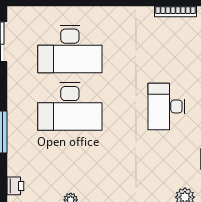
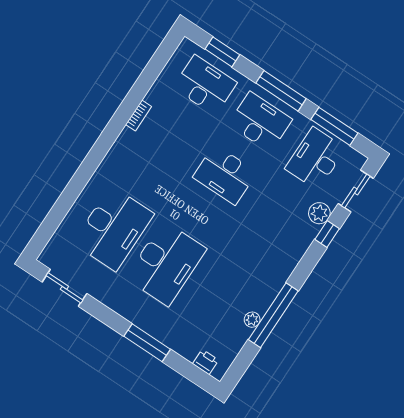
bookcase: (175, 11) -> (139, 115), width x0.64

